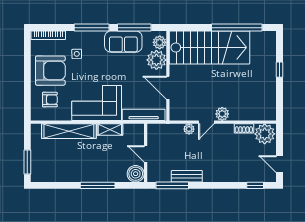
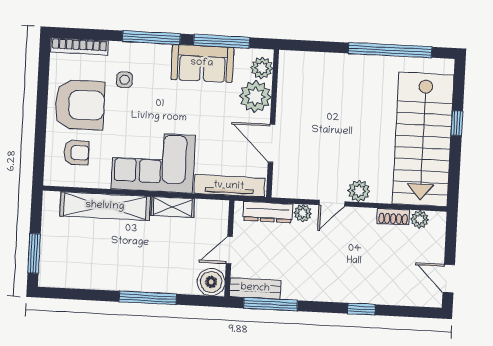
stairs: (209, 47) -> (423, 139), moved, turned 90
dresser: (168, 130) -> (268, 212), added
plant: (265, 134) -> (420, 219), width x0.53, depth x0.53
door: (146, 154) -> (229, 250), hinge flipped
bench: (187, 176) -> (255, 288), moved
window: (255, 185) -> (361, 309), moved

